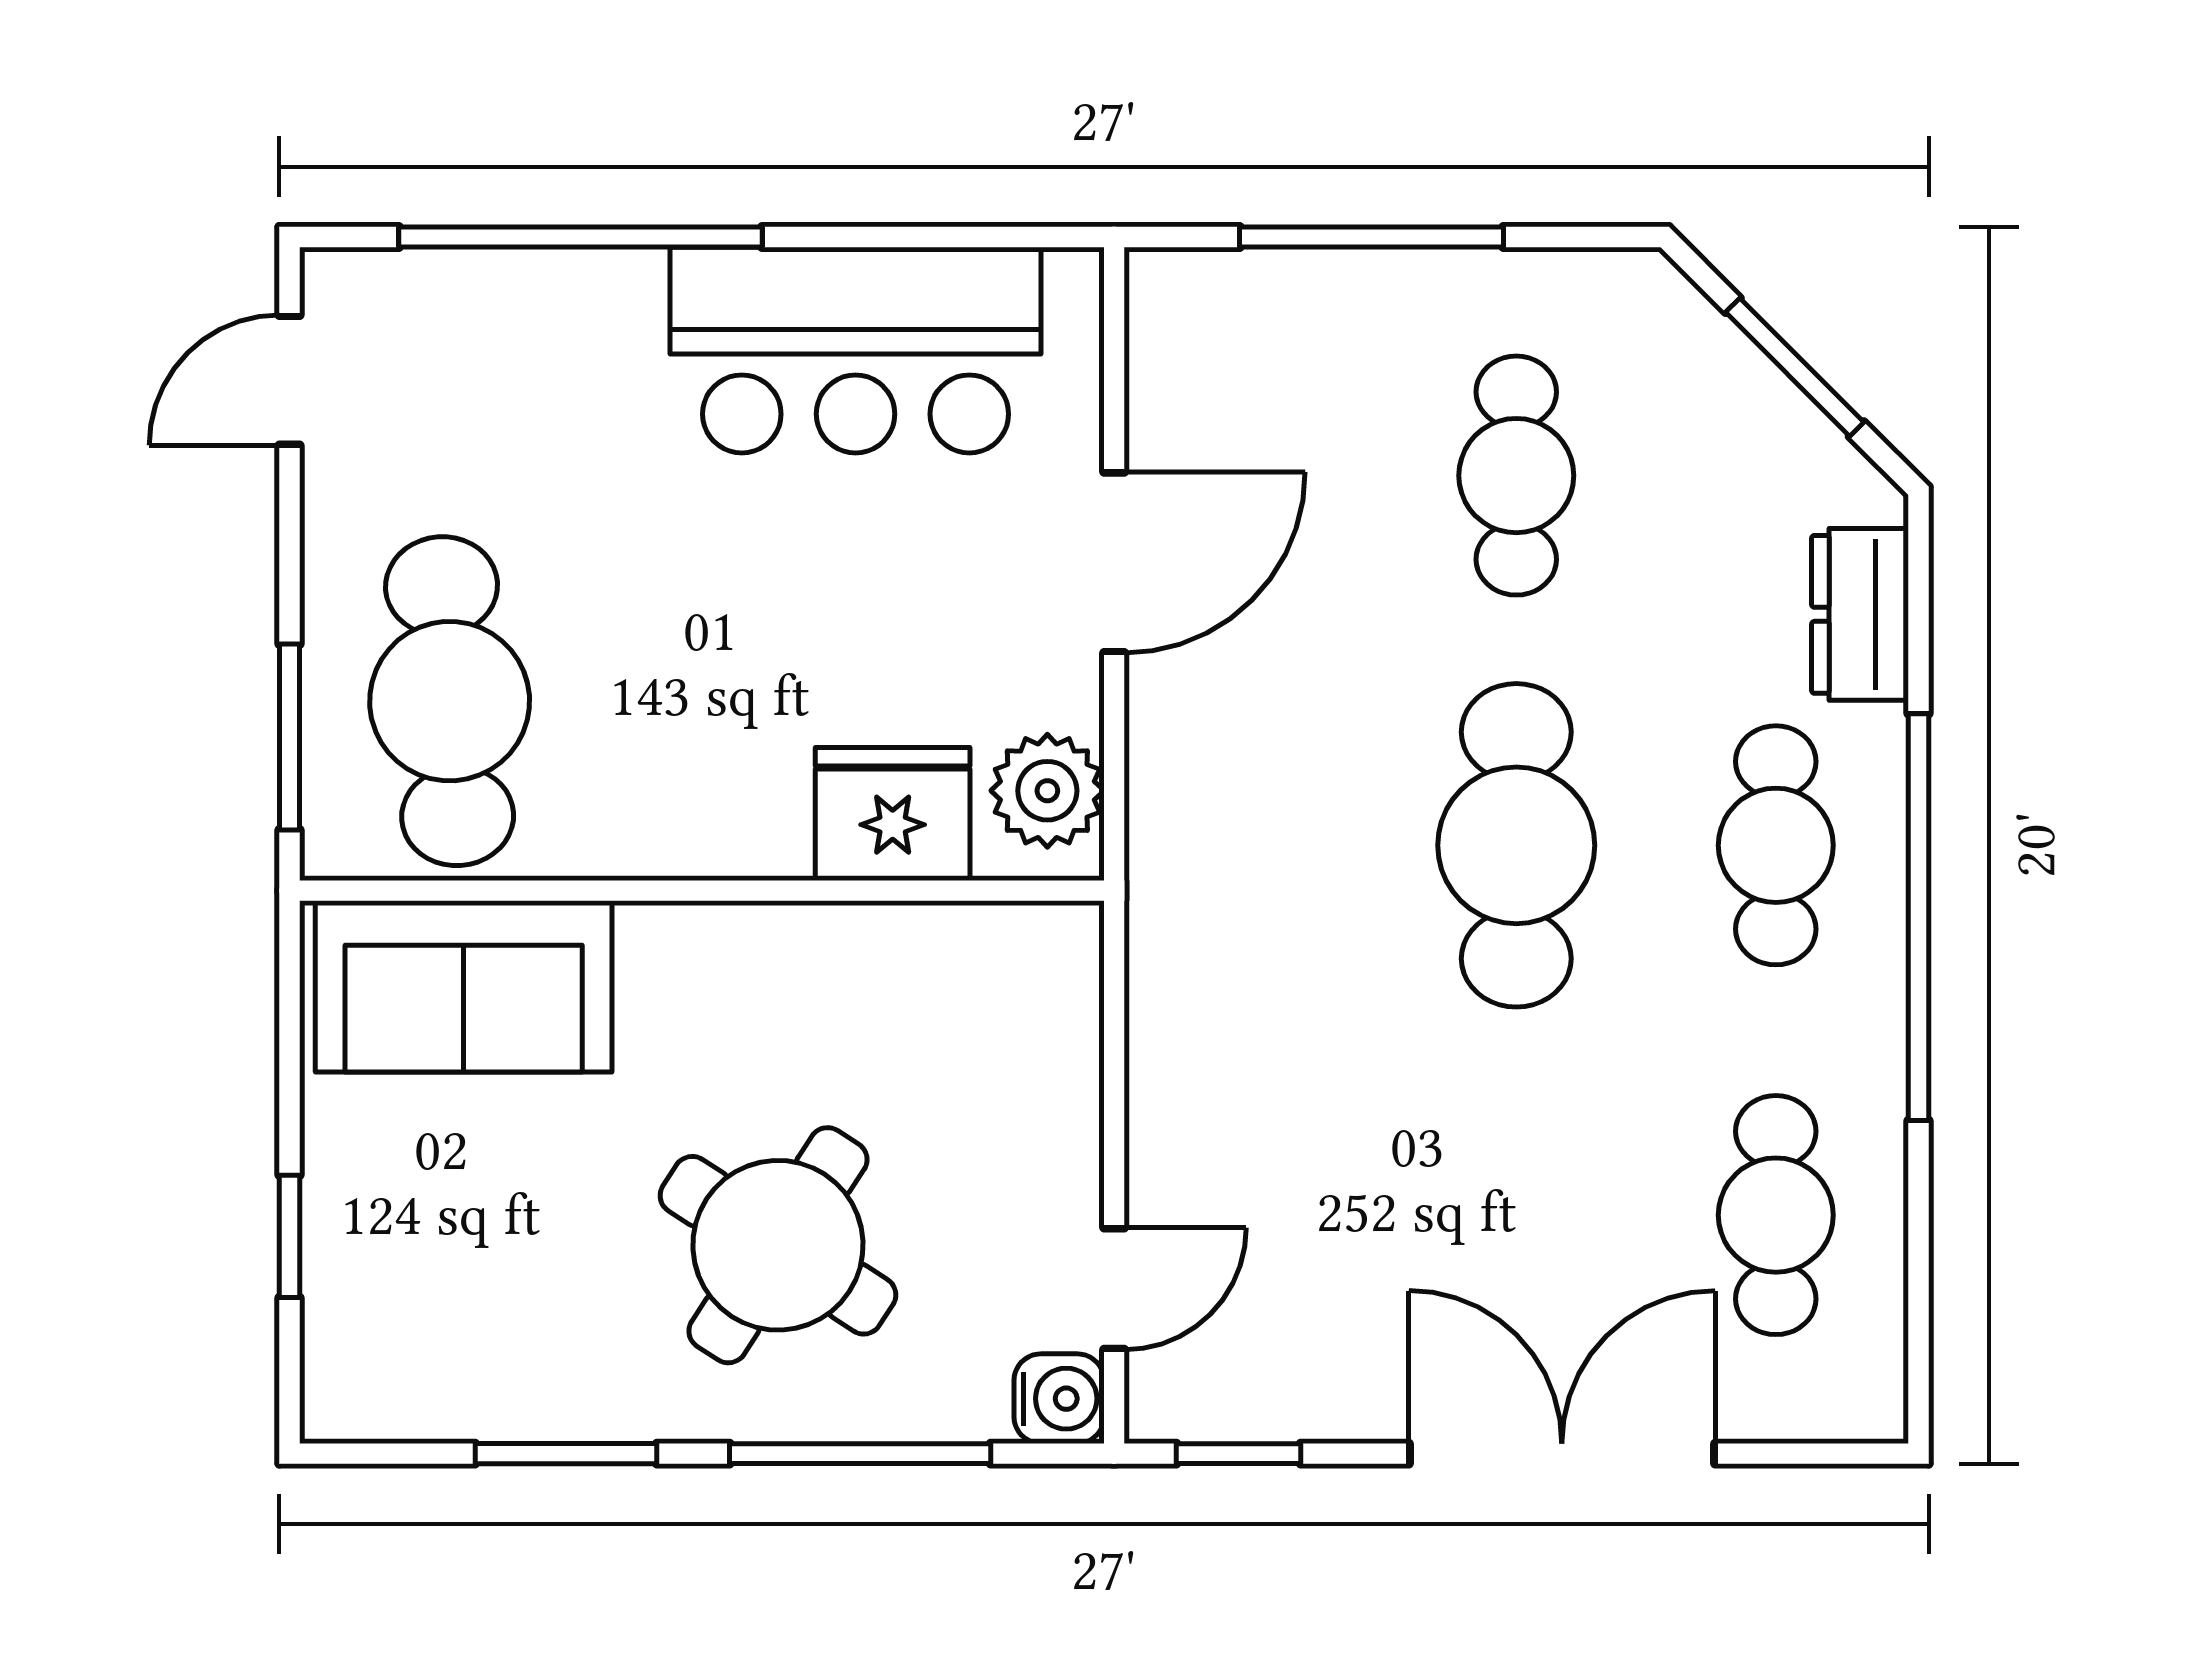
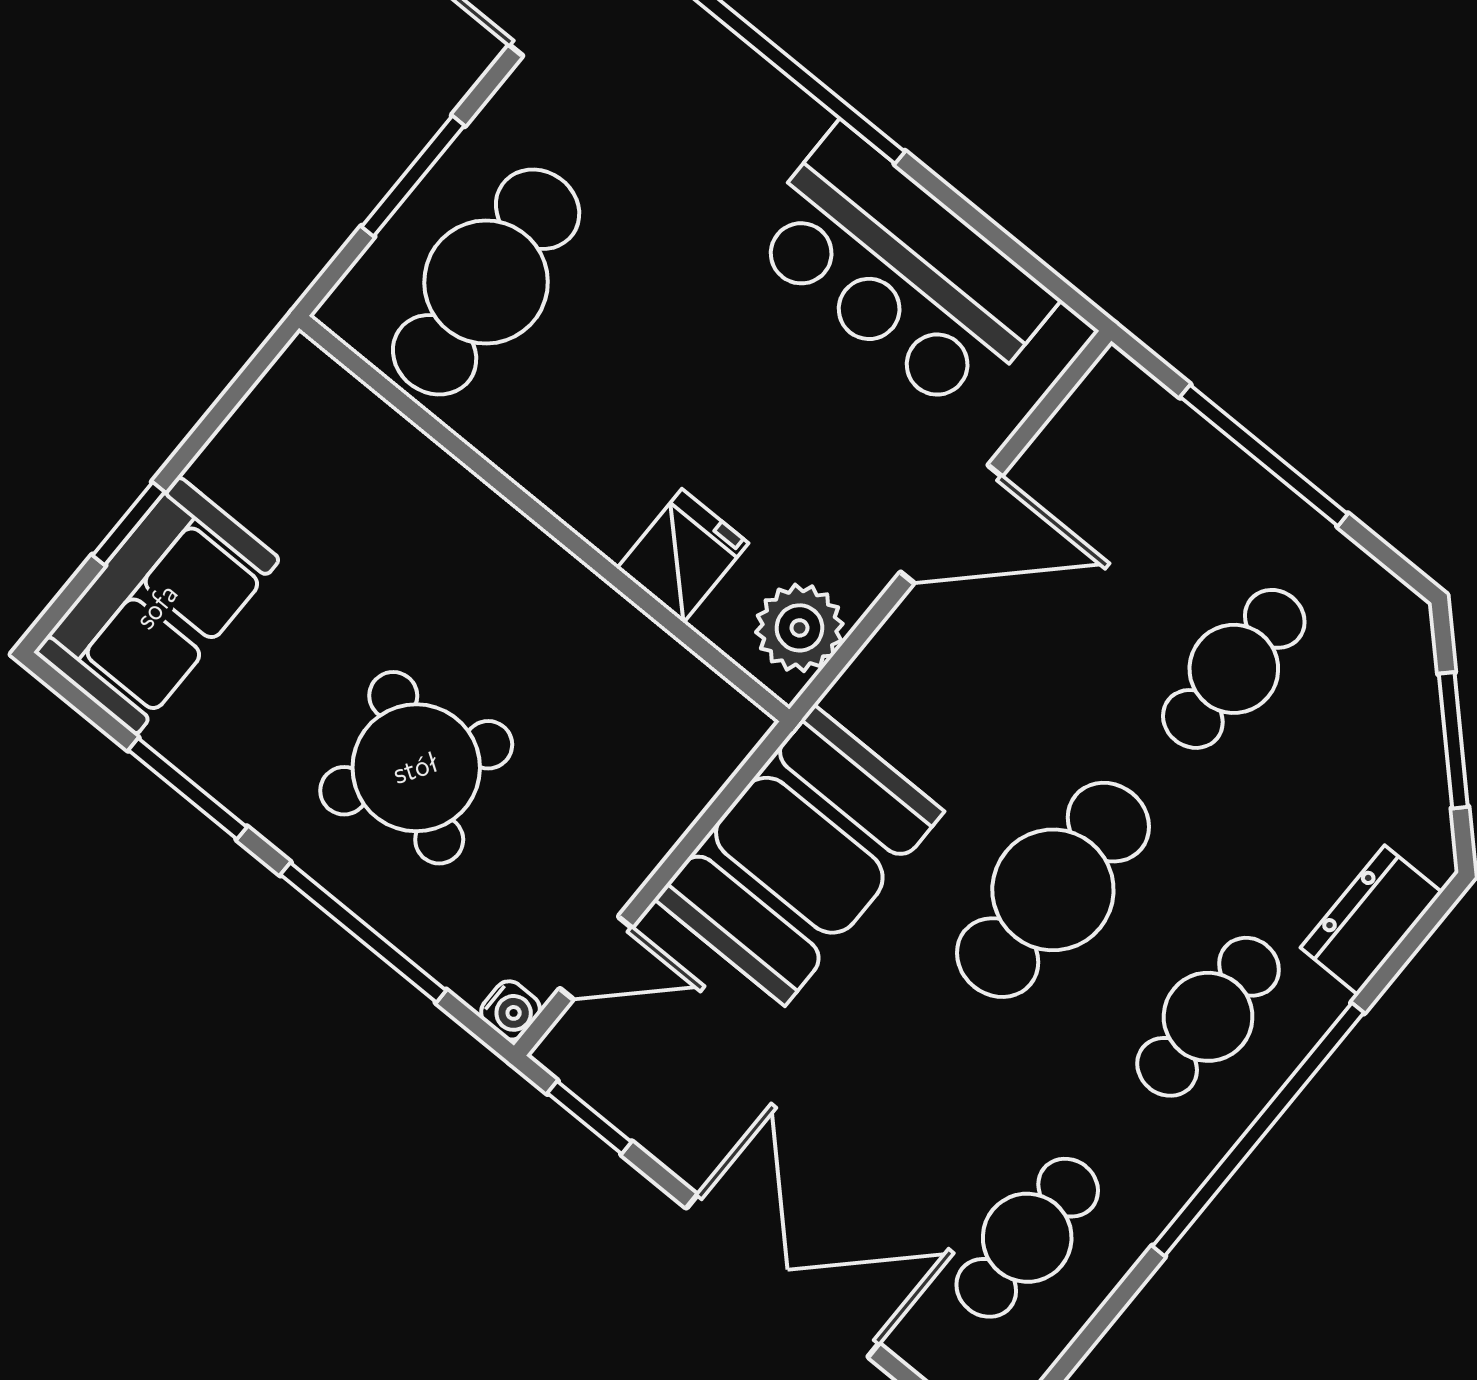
window: (290, 737) -> (413, 176), moved
fridge: (893, 814) -> (683, 556), width x0.72
sofa: (464, 986) -> (157, 606), moved, turned -90
booth: (1234, 1019) -> (799, 855), added
water cooler: (1059, 1399) -> (510, 1010), width x0.72, depth x0.72

